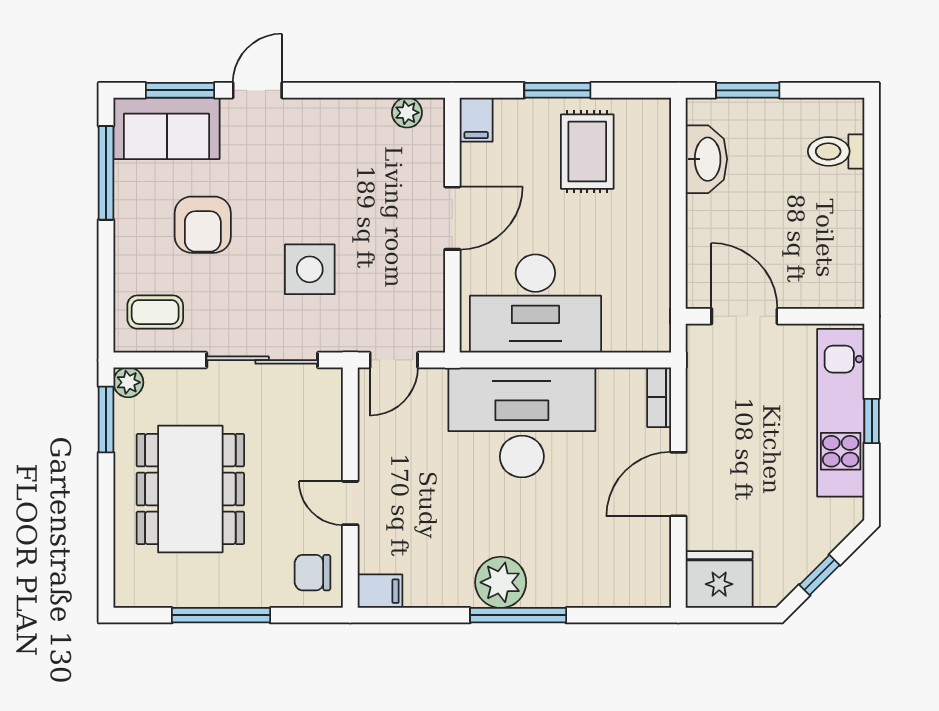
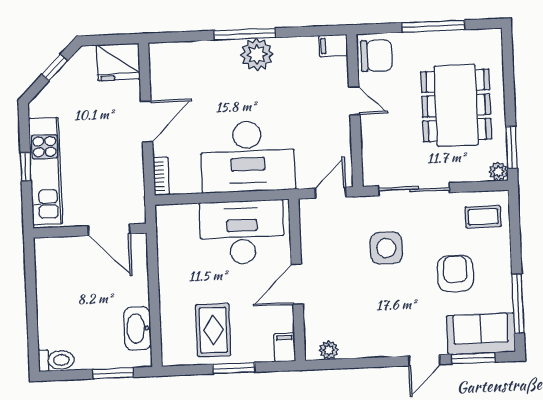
toilet: (836, 151) -> (56, 360), moved
chair: (312, 573) -> (376, 56), width x1.37, depth x1.37

